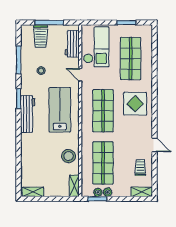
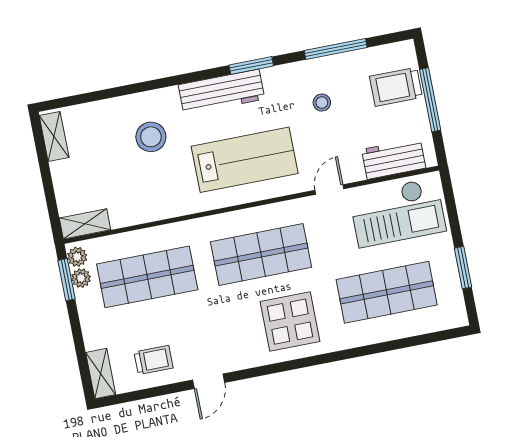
stool: (69, 156) -> (151, 137), moved
plant: (108, 192) -> (77, 257), moved

